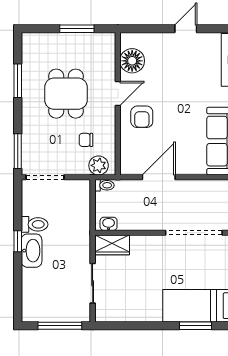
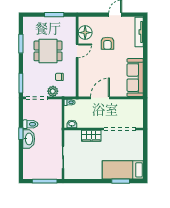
dining table: (66, 94) -> (48, 51), turned 90
armchair: (142, 117) -> (107, 43), moved
plant: (99, 165) -> (53, 91), moved
wardrobe: (112, 245) -> (91, 136), moved

